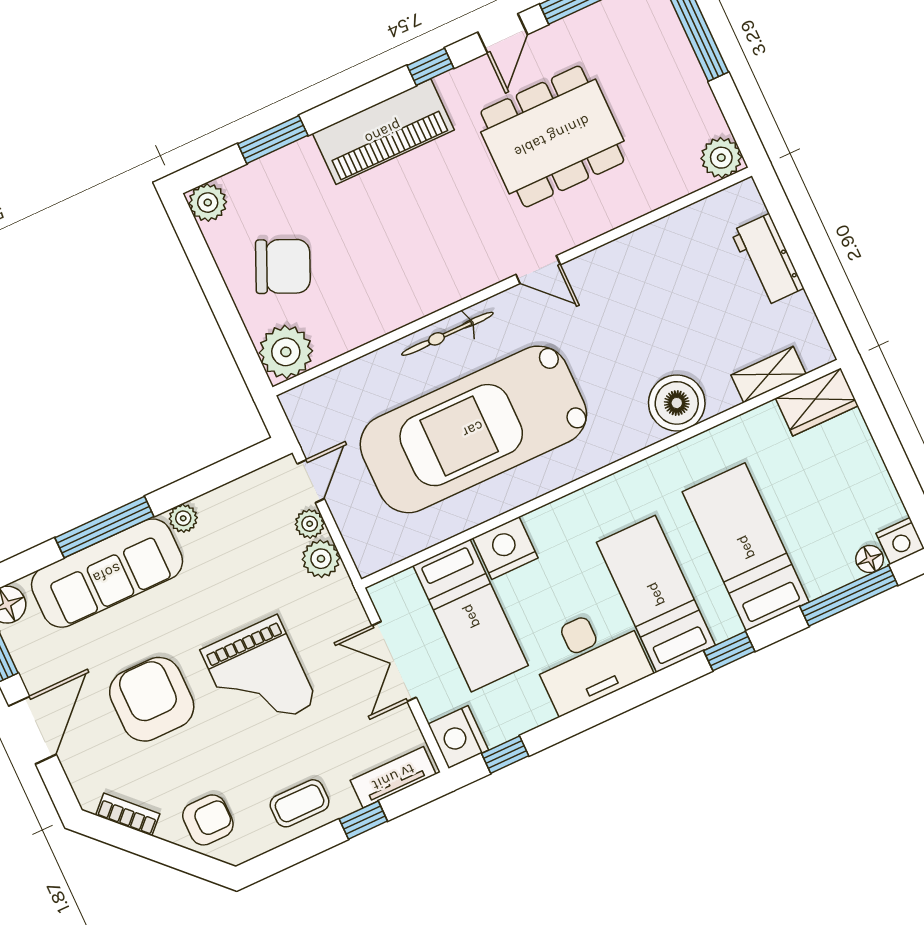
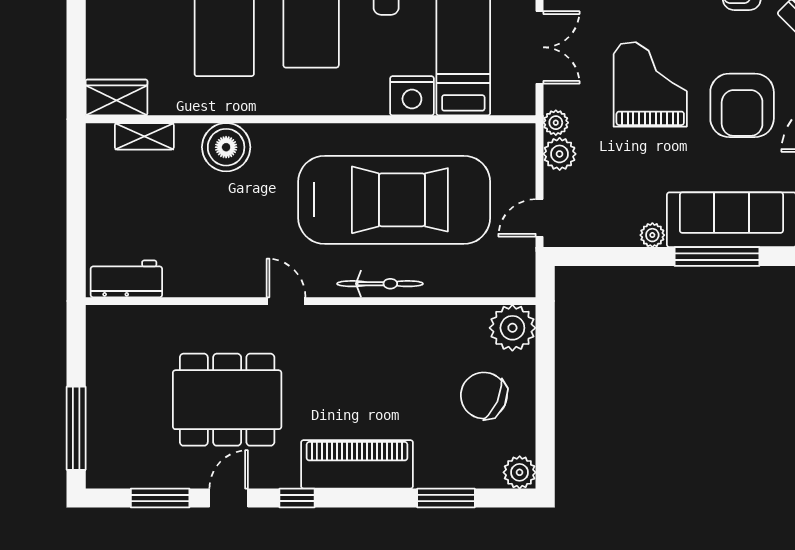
plant: (721, 158) -> (103, 322), removed
workbench: (767, 260) -> (126, 279), moved, turned -90
plant: (310, 524) -> (556, 123), moved

